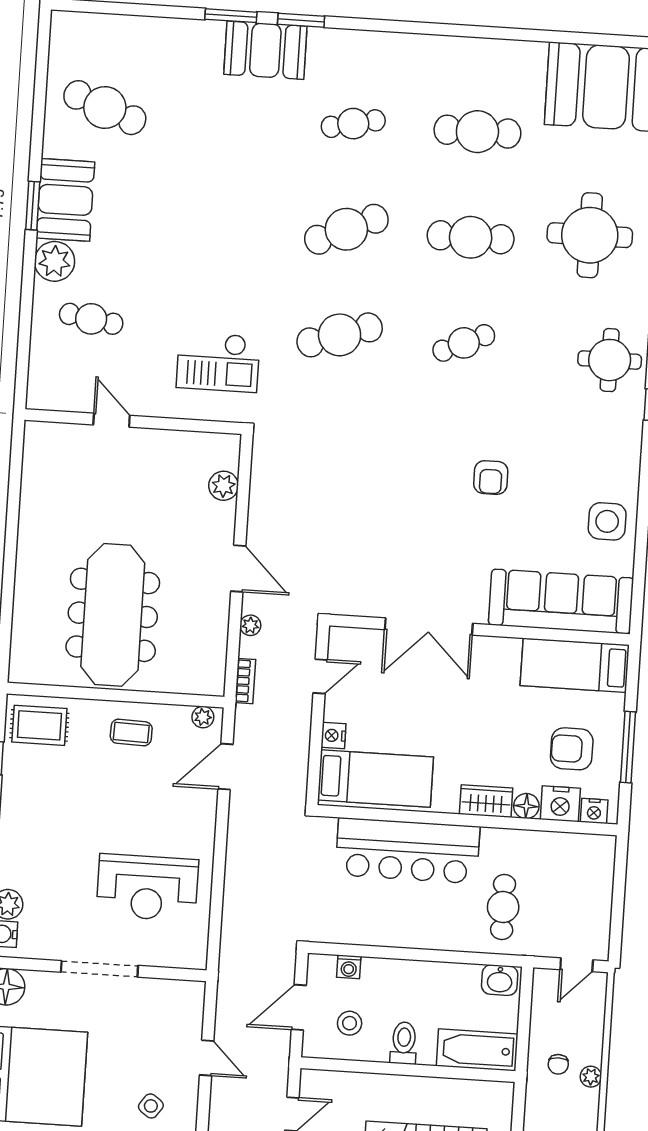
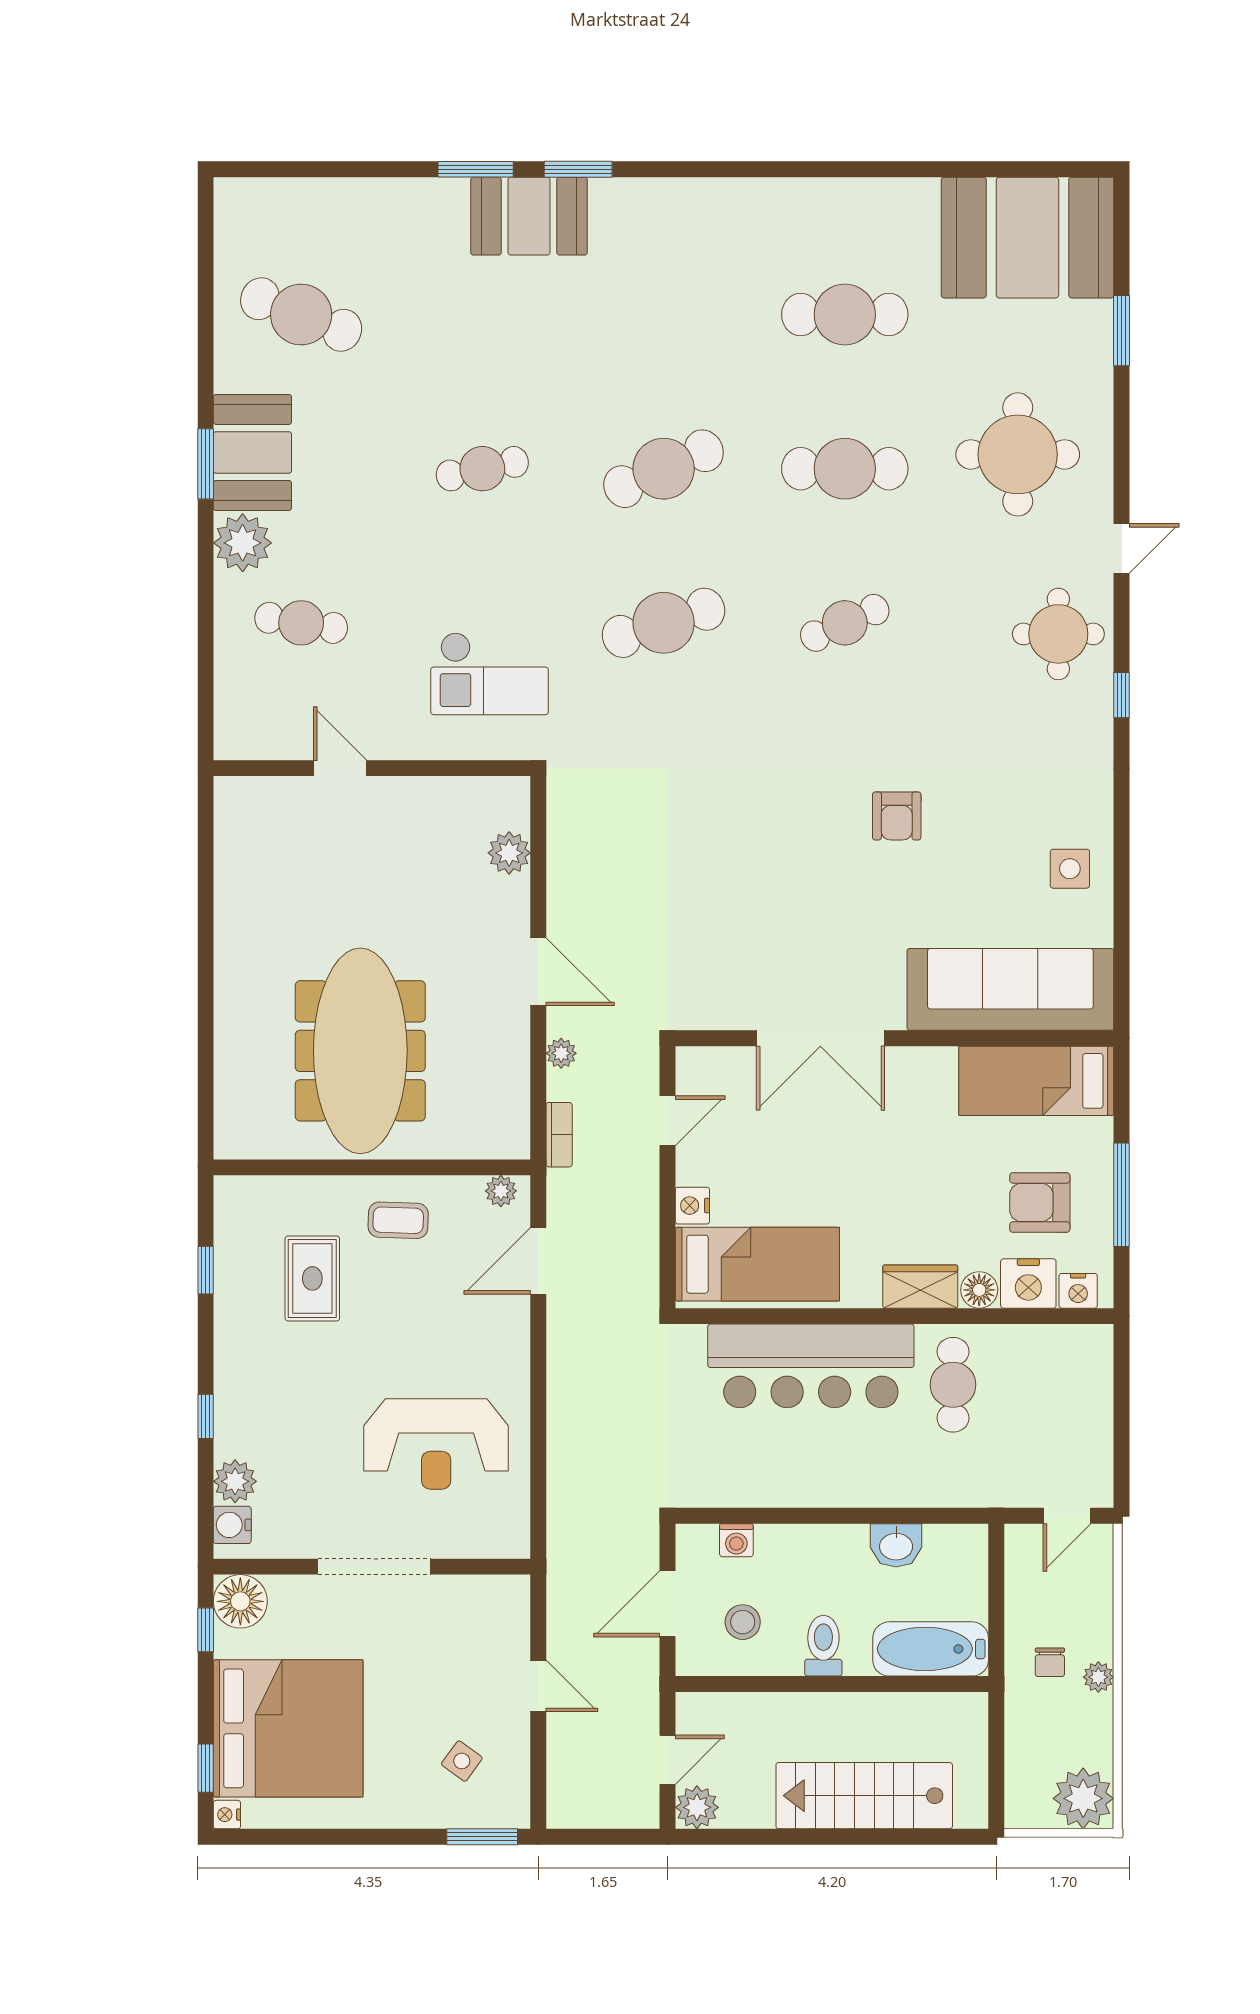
cafe table: (353, 124) -> (482, 469), moved
side table: (607, 521) -> (1070, 869), width x0.73, depth x0.73
rug: (39, 725) -> (312, 1278), moved, turned 90
cafe table: (503, 907) -> (953, 1385), moved
washbasin: (500, 980) -> (896, 1545), moved

